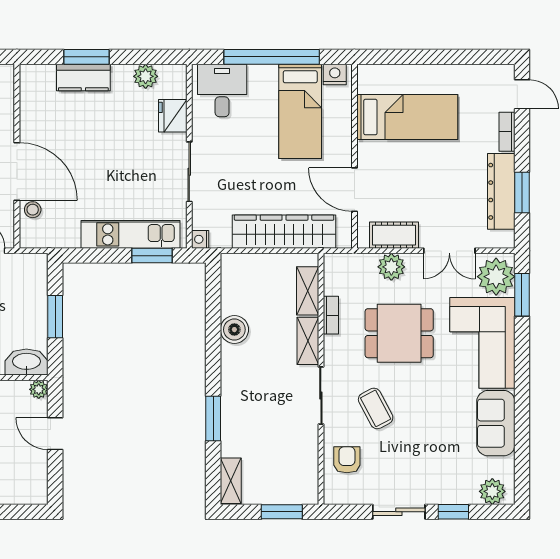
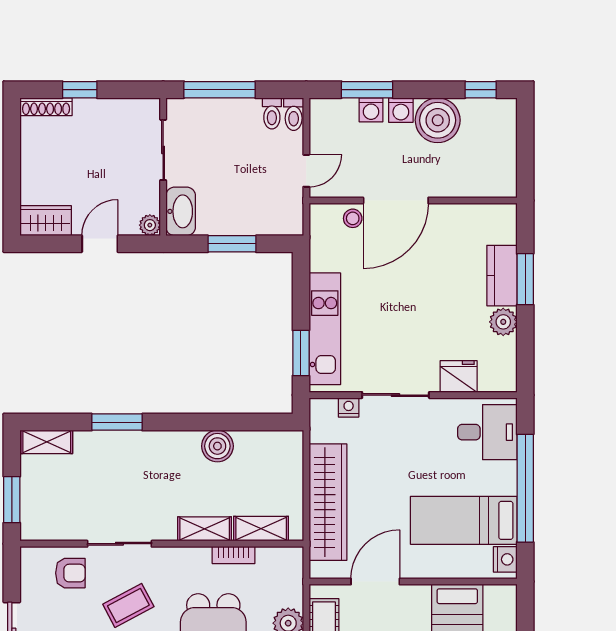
plant: (146, 76) -> (503, 322), moved
nightstand: (200, 239) -> (349, 407), moved
sliding door: (321, 395) -> (119, 544), moved
wardrobe: (35, 482) -> (46, 221), added

